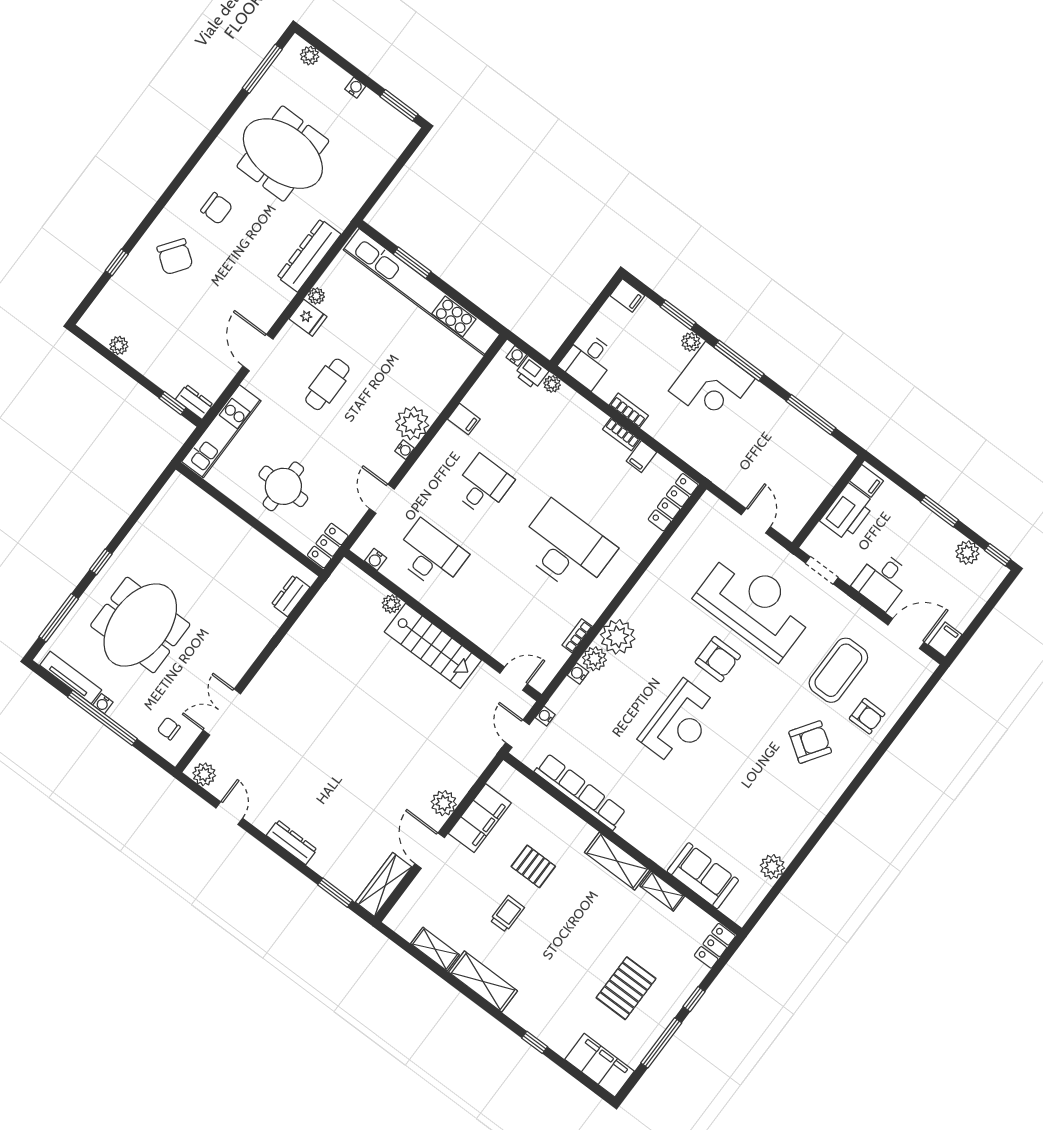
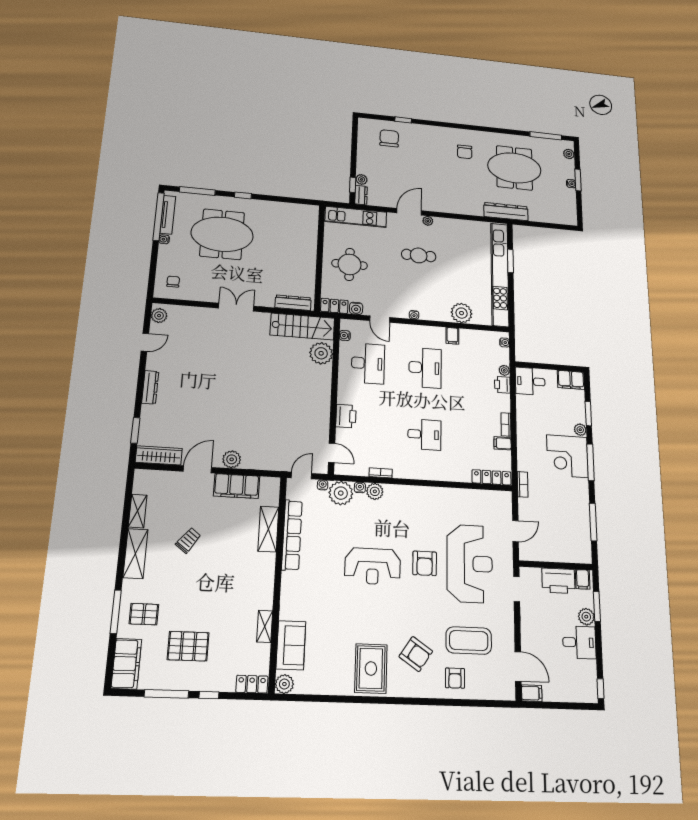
window: (399, 105) -> (578, 180), moved
meeting table: (283, 154) -> (514, 168), turned 90
dresser: (309, 256) -> (506, 212), moved
chair: (175, 257) -> (389, 138), moved, turned 144
plant: (316, 296) -> (428, 221), moved
filing cabinet: (627, 296) -> (571, 380), width x2.00
fridge: (308, 318) -> (445, 226), removed
plant: (119, 345) -> (362, 179), moved
printer: (532, 373) -> (502, 385), moved
bookcase: (629, 410) -> (523, 484), moved
plant: (412, 423) -> (462, 313), moved
desk: (483, 486) -> (425, 368), width x1.37
door: (382, 499) -> (380, 319), swing flipped
window: (939, 511) -> (597, 606), moved
water cooler: (348, 520) -> (356, 308), added
desk: (566, 548) -> (424, 434), width x0.53, depth x0.77
plant: (967, 553) -> (586, 617), moved
desk: (882, 580) -> (579, 642), moved, turned 180
dresser: (291, 596) -> (293, 303), width x1.44
plant: (391, 604) -> (321, 353), width x1.88, depth x1.88
printer: (480, 630) -> (346, 416), added
plant: (618, 637) -> (341, 493), moved
stairs: (433, 646) -> (302, 327), moved, turned -90
double door: (222, 712) -> (236, 307), moved
window: (102, 718) -> (159, 216), moved
rug: (790, 804) -> (371, 668), added
shelving: (617, 861) -> (268, 529), moved
pallet: (533, 866) -> (144, 614), moved, turned 90
plant: (772, 867) -> (284, 684), moved
trolley: (507, 914) -> (188, 540), turned -53
window: (535, 1042) -> (116, 612), width x2.17

